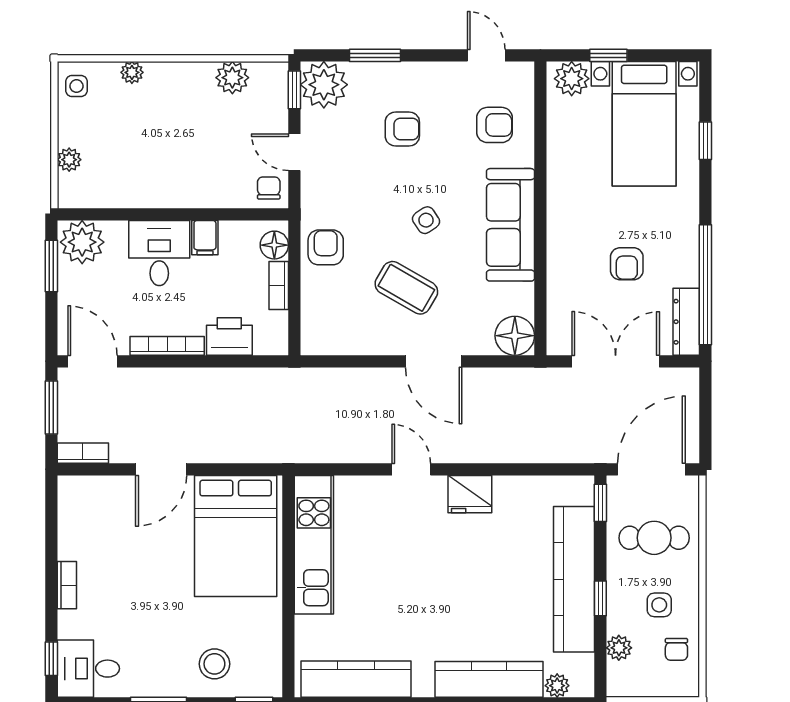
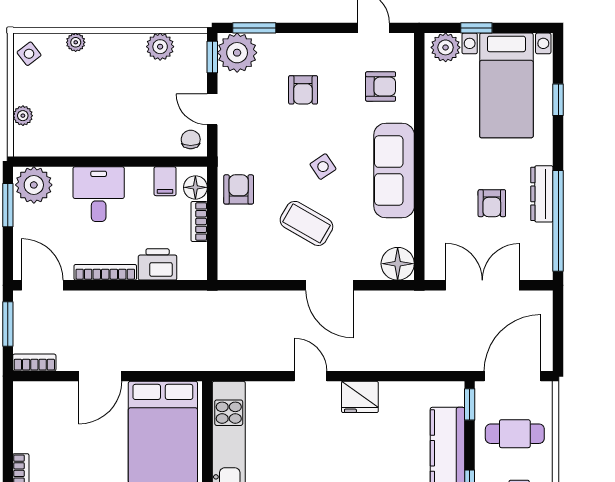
window: (375, 55) -> (254, 28), moved
side table: (76, 86) -> (29, 54), turned -37
armchair: (402, 129) -> (303, 90), turned 90
filing cabinet: (205, 238) -> (165, 181), moved
dresser: (686, 322) -> (542, 194), moved

